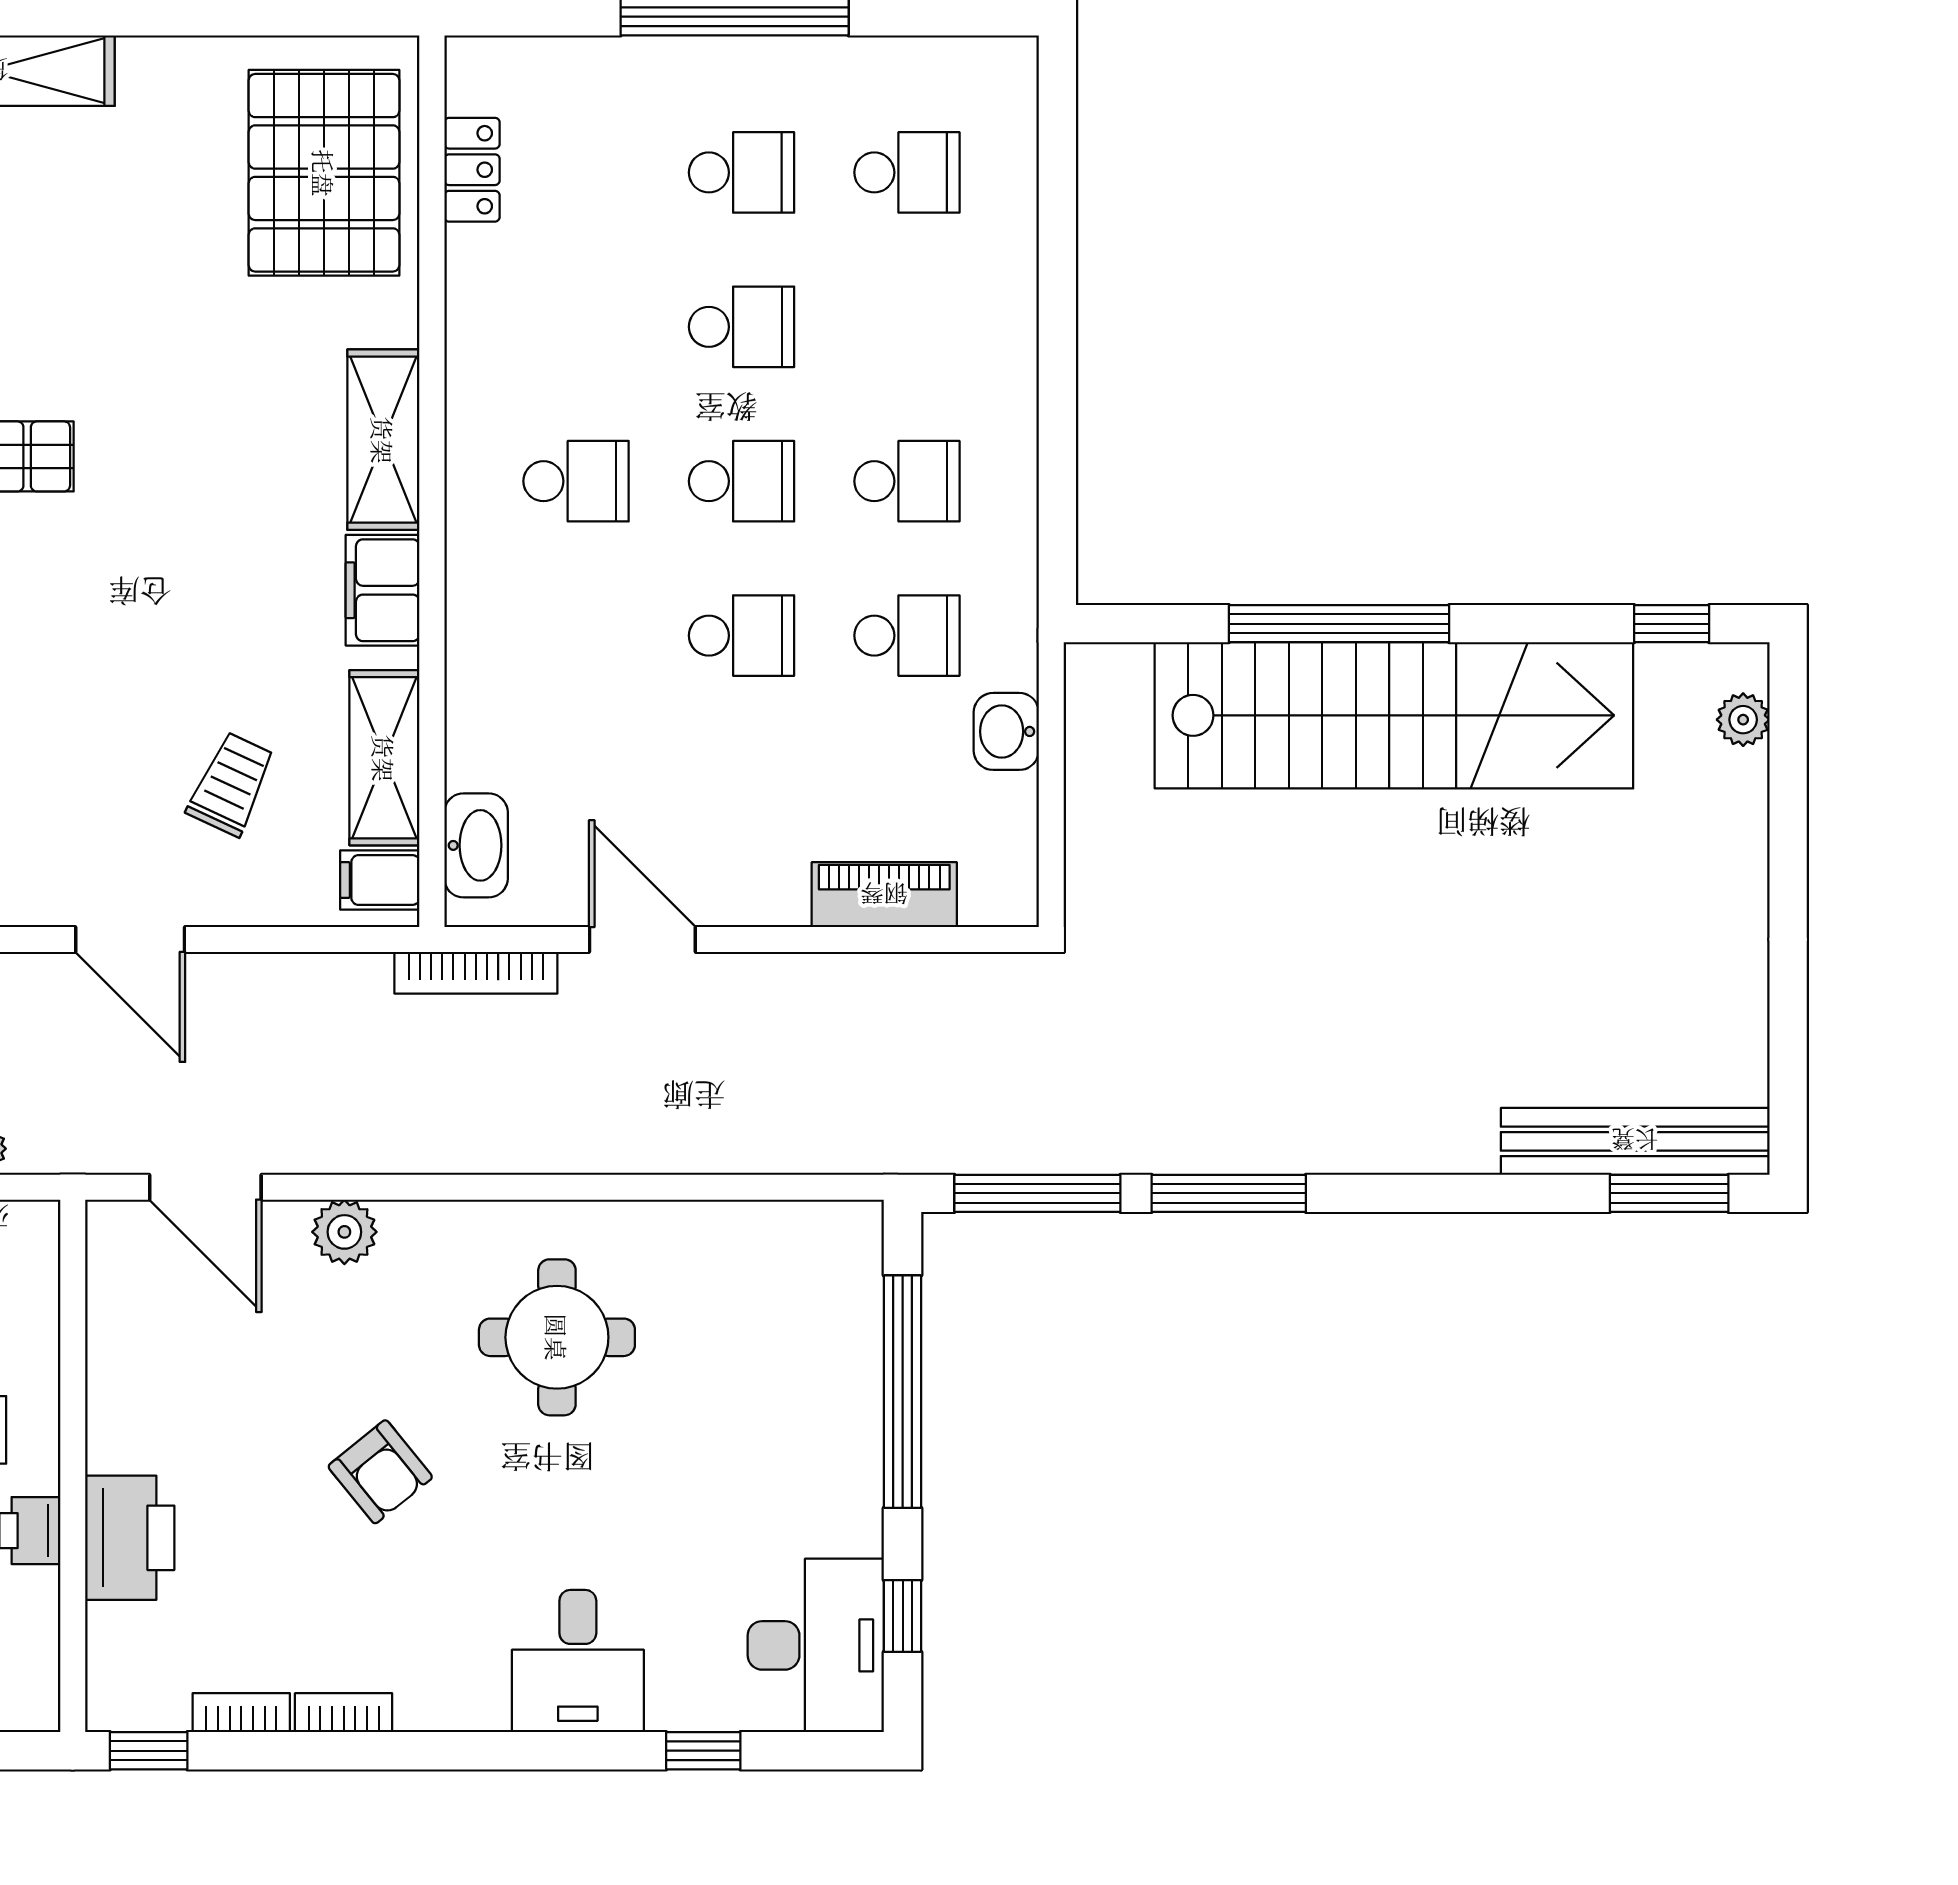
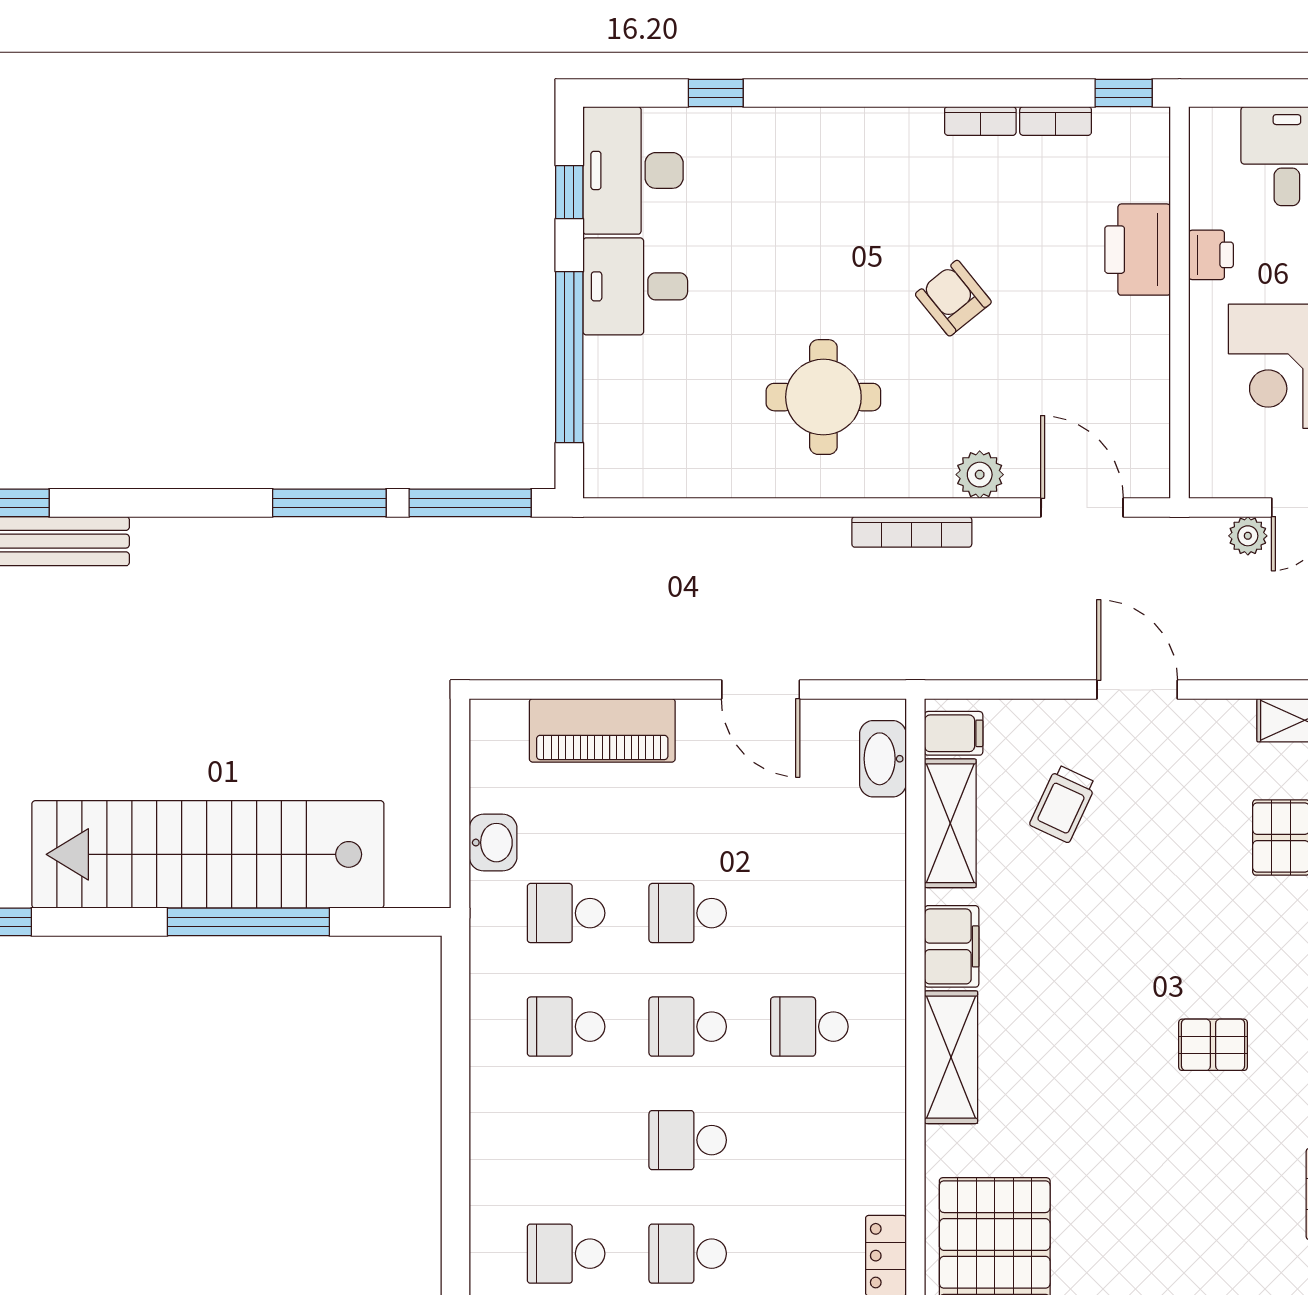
piano: (884, 895) -> (602, 730), width x1.37, depth x1.33
bookcase: (476, 973) -> (912, 532), moved, turned 180
desk: (578, 1661) -> (635, 286), moved, turned -90

